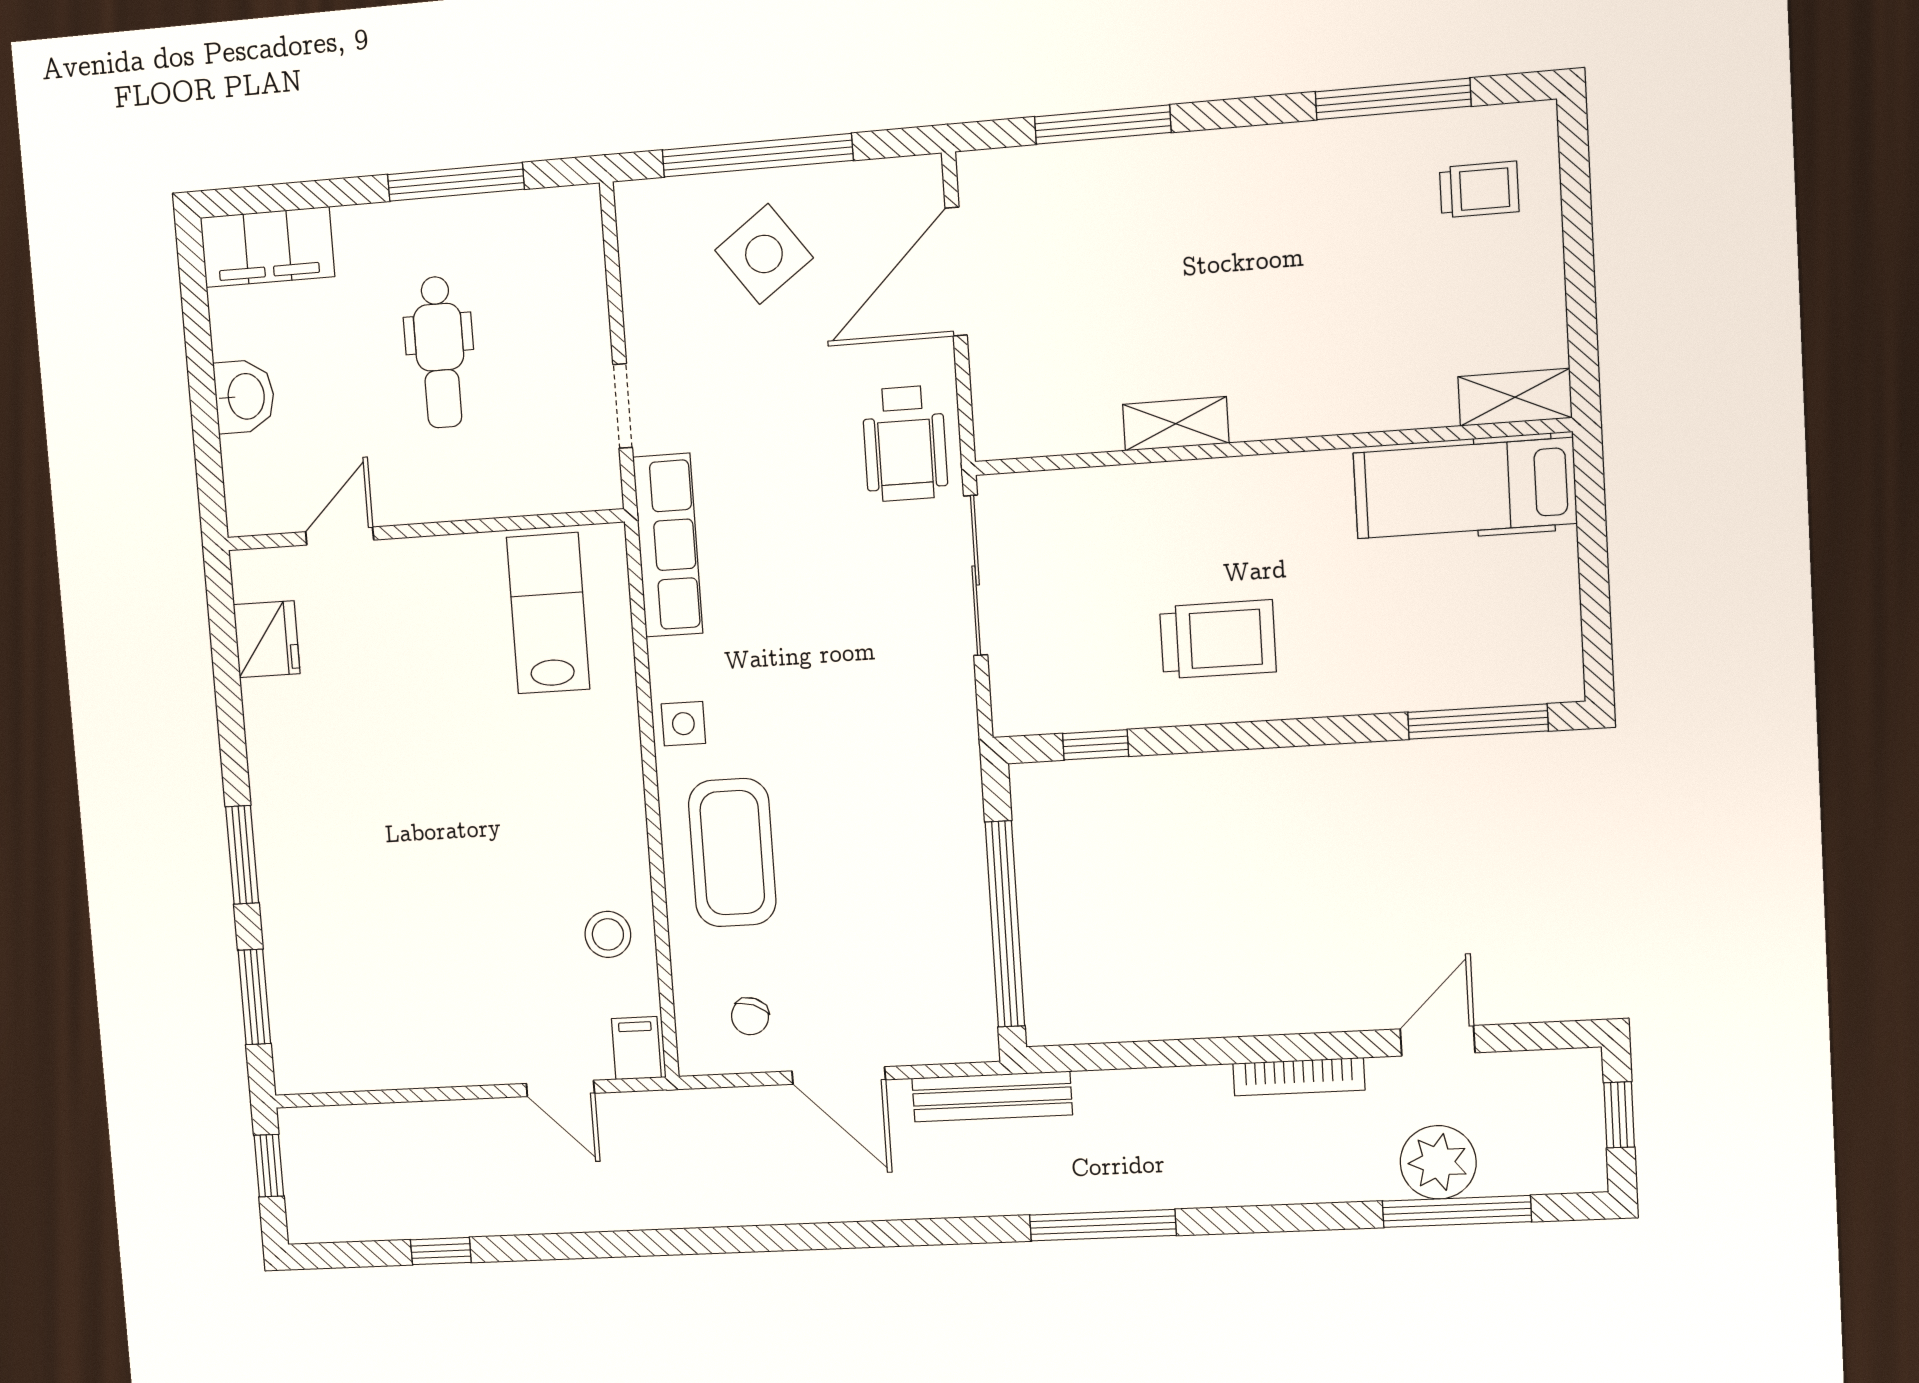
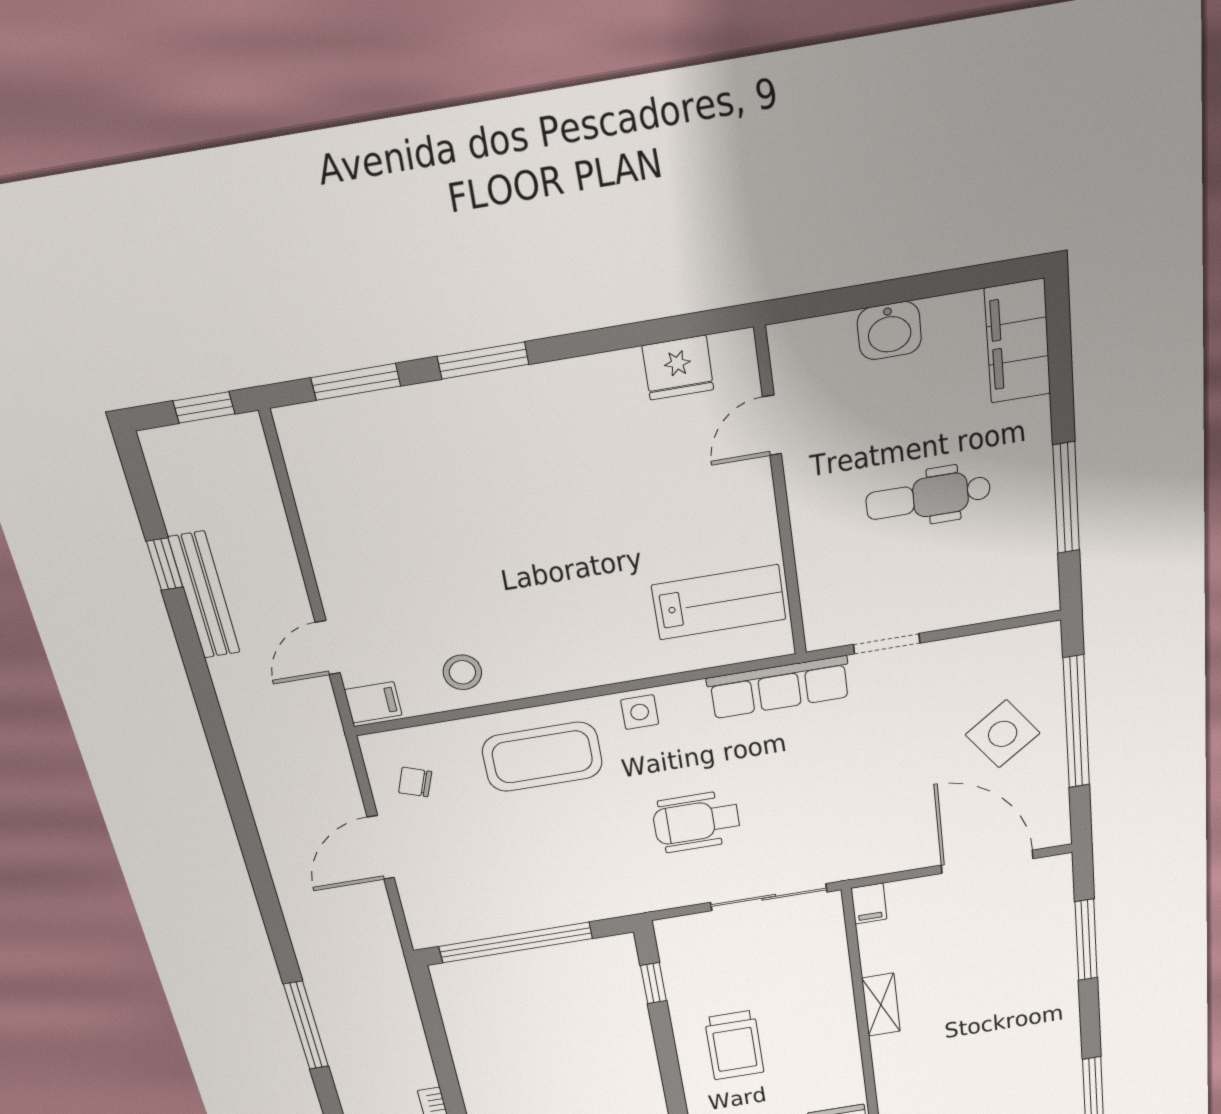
filing cabinet: (1003, 437) -> (869, 904), added
wheelchair: (905, 443) -> (697, 822), moved
door: (340, 536) -> (772, 425), swing flipped
bench: (992, 1096) -> (204, 595), moved

